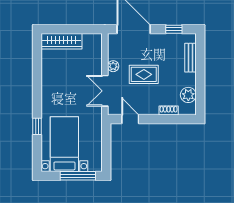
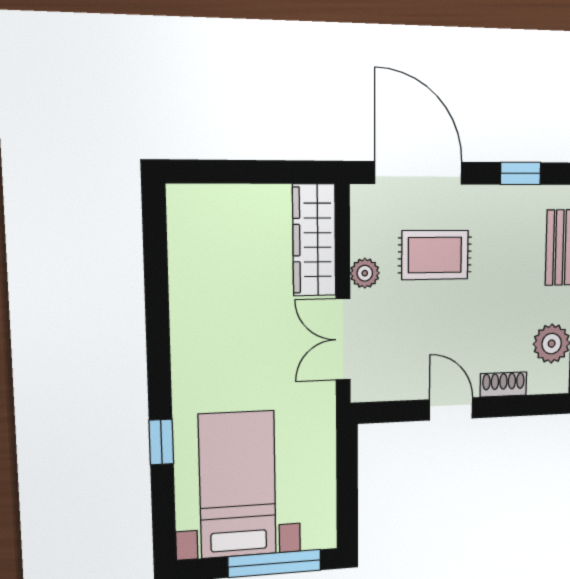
wardrobe: (62, 41) -> (314, 240), moved, turned 90
rug: (144, 74) -> (435, 255), moved
door: (130, 119) -> (451, 409), moved

